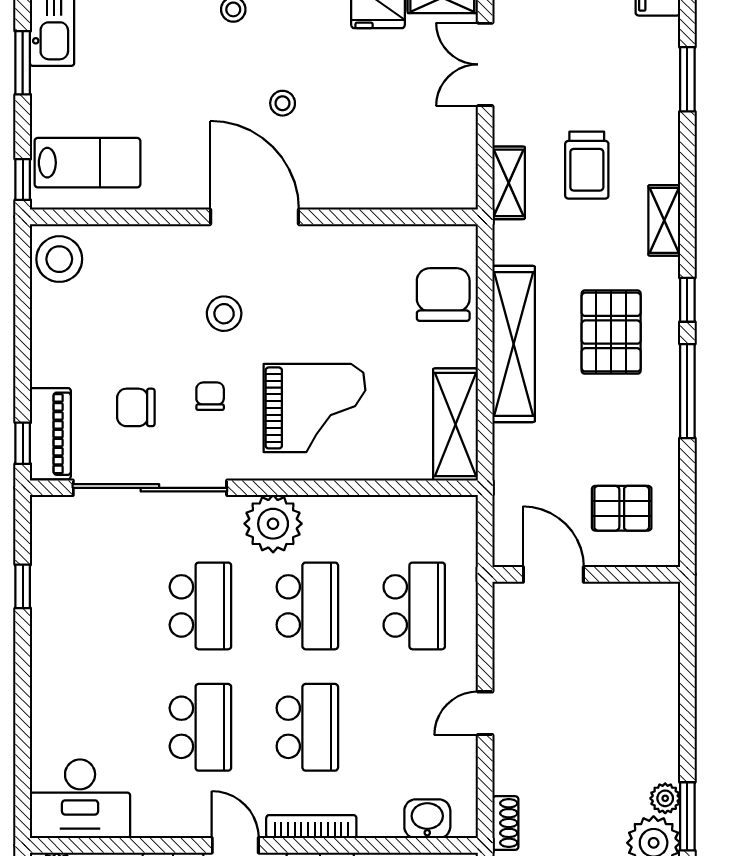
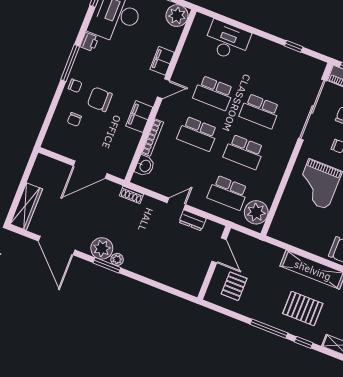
shelving: (455, 424) -> (291, 235), removed
plant: (273, 524) -> (256, 212), moved
door: (553, 574) -> (219, 250), hinge flipped
dresser: (509, 662) -> (192, 220), added
door: (485, 713) -> (176, 204), hinge flipped
desk: (80, 799) -> (227, 41), moved, turned 90
bookcase: (311, 827) -> (152, 138), moved

